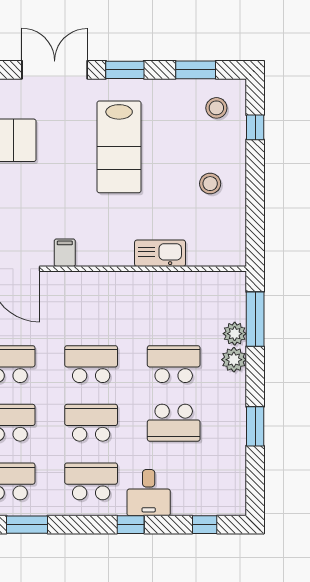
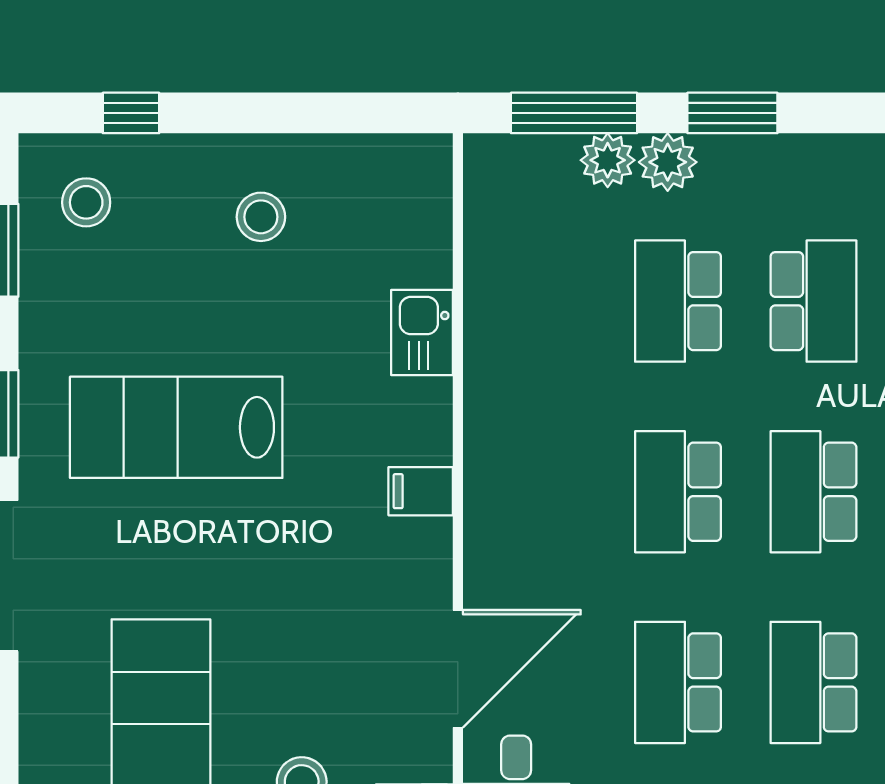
lab bench: (119, 147) -> (176, 427), turned 180
filing cabinet: (65, 253) -> (421, 491), moved
kitchen sink: (160, 253) -> (422, 333), width x0.73
window: (255, 426) -> (732, 113), moved

